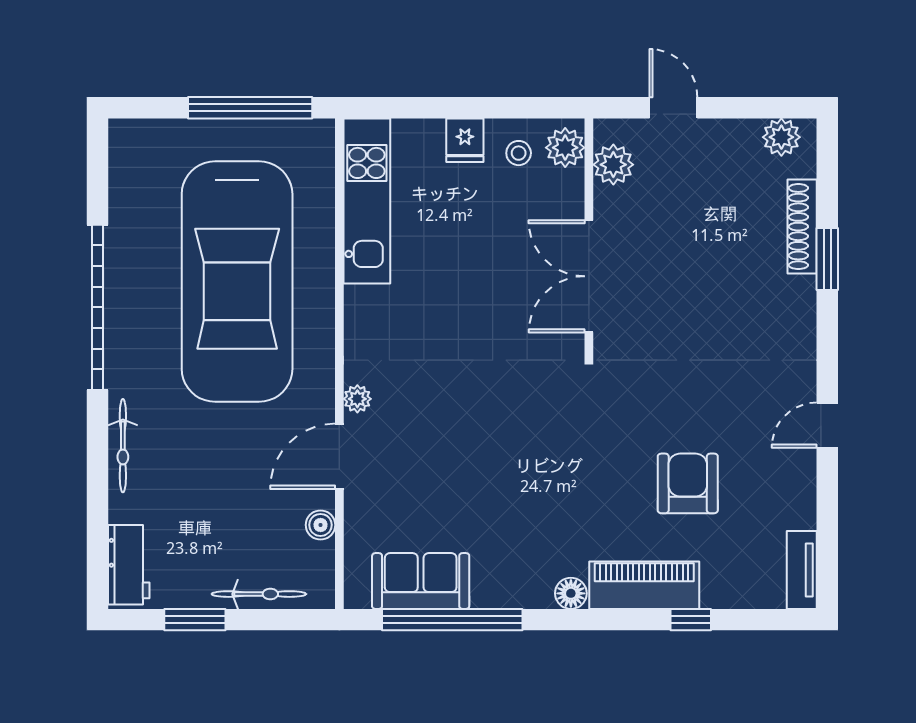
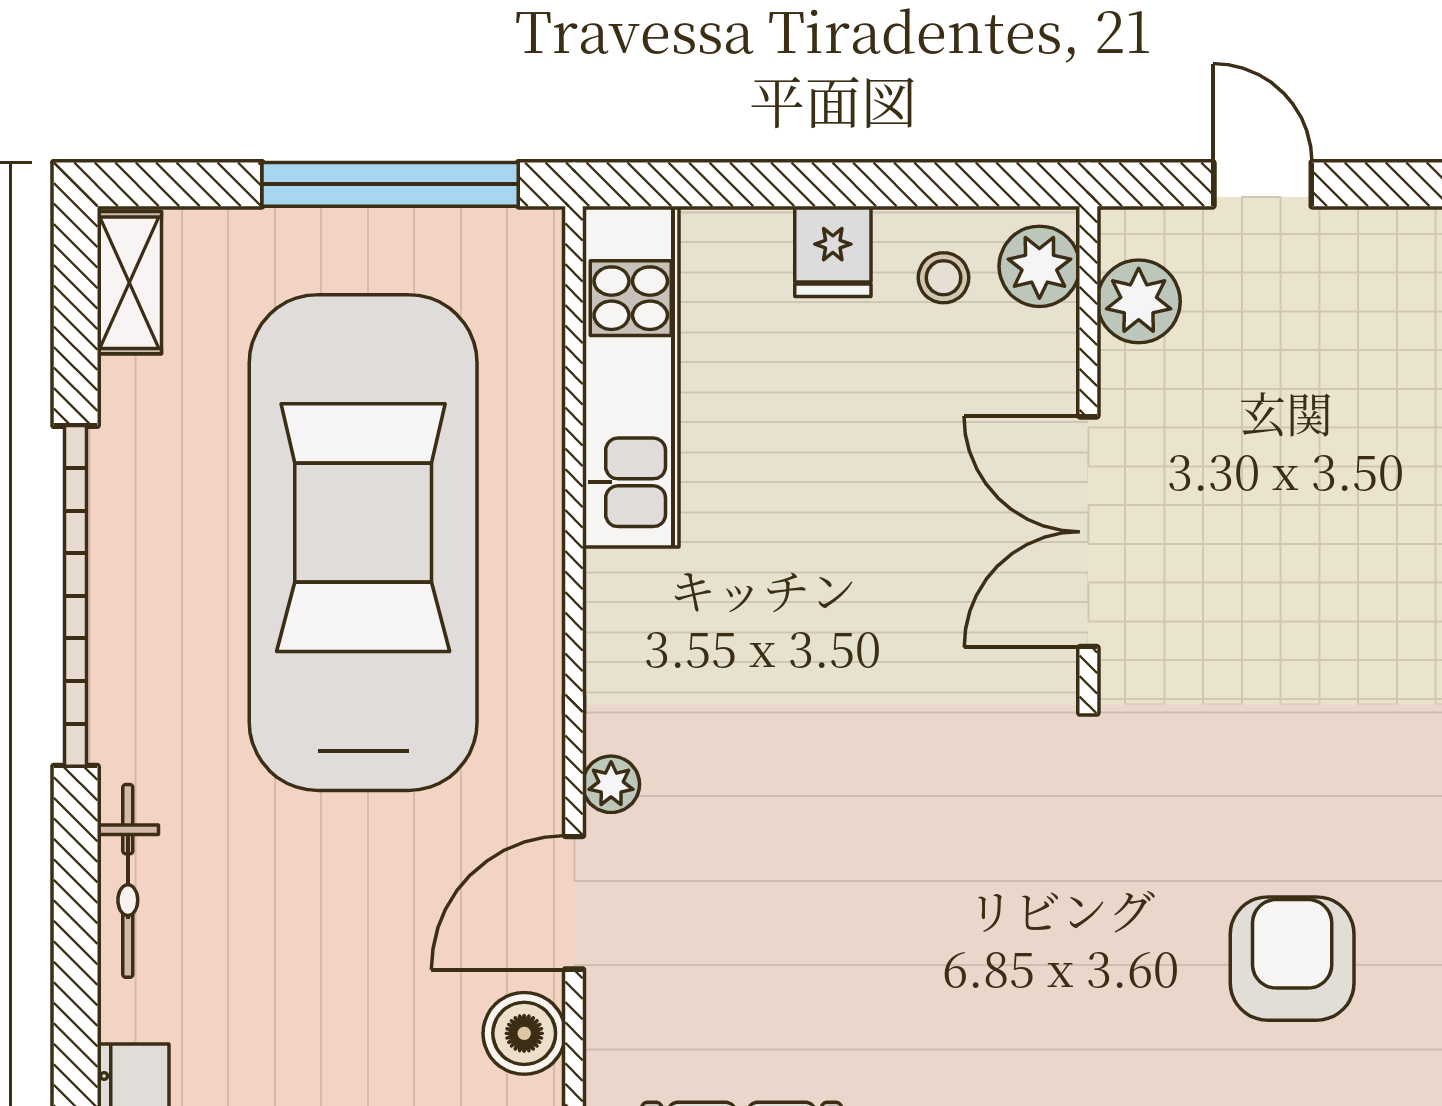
shelving: (124, 155) -> (129, 283), added
car: (237, 282) -> (363, 543), turned 180
boiler: (321, 525) -> (524, 1033), width x1.36, depth x1.36

